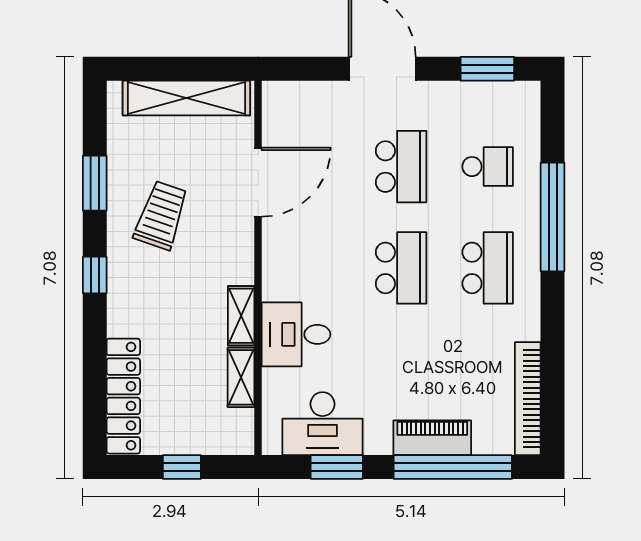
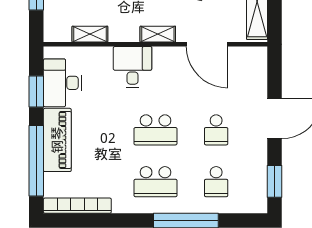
school desk: (401, 167) -> (216, 130), width x0.54
shelving: (241, 316) -> (158, 34), moved
desk: (296, 334) -> (133, 67), moved
piano: (432, 438) -> (57, 140), width x1.37, depth x1.33

